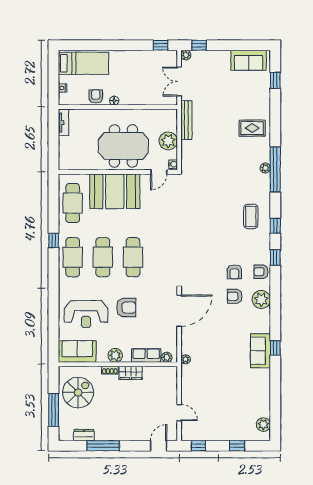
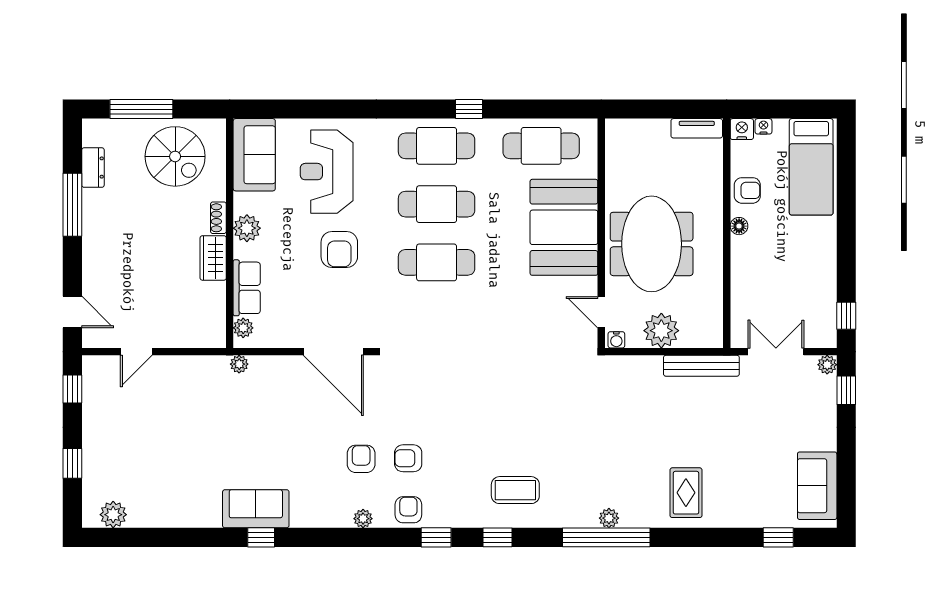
nightstand: (64, 99) -> (742, 129), added
plant: (261, 299) -> (363, 519), width x0.53, depth x0.53

